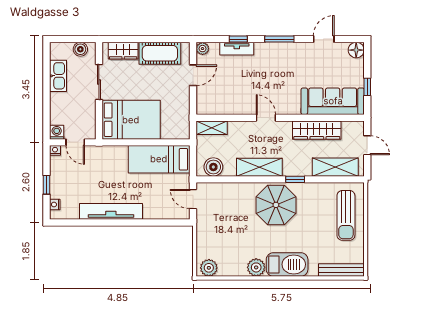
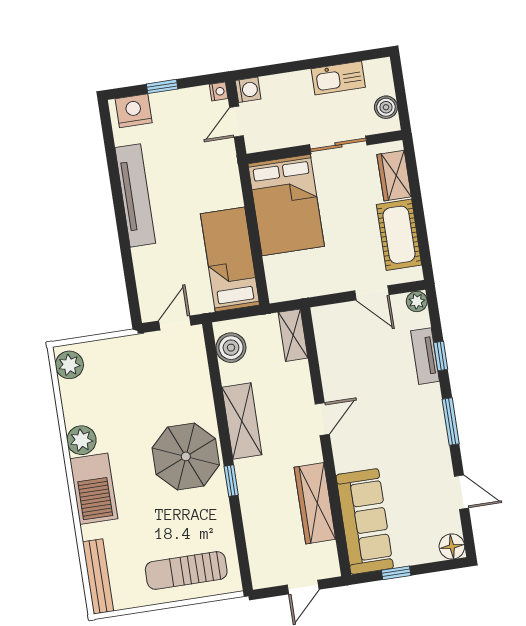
shelving: (335, 167) -> (260, 542), removed
nightstand: (55, 204) -> (134, 111), width x1.89, depth x1.79

